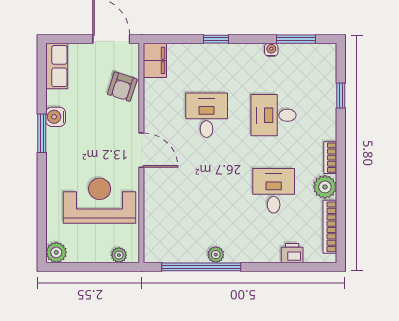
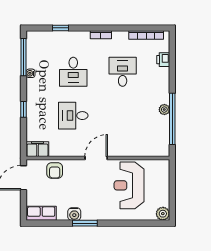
window: (296, 39) -> (24, 57), width x1.44
armchair: (122, 87) -> (55, 171), turned 72
plant: (325, 187) -> (120, 38), removed
desk: (274, 191) -> (123, 72), turned 90
plant: (119, 255) -> (165, 173), removed

